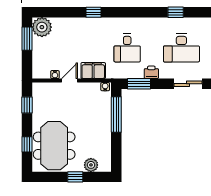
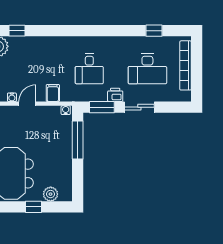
window: (93, 12) -> (17, 31), moved
window: (176, 12) -> (154, 31), moved
filing cabinet: (93, 71) -> (53, 93), width x0.50
sliding door: (188, 84) -> (139, 107), moved

